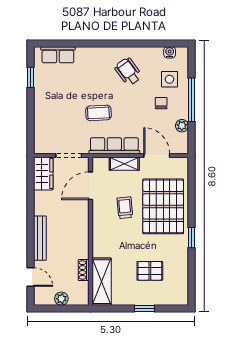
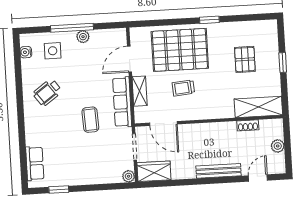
chair: (161, 103) -> (77, 58), removed
plant: (182, 126) -> (83, 37), moved
plant: (40, 148) -> (129, 176), added

